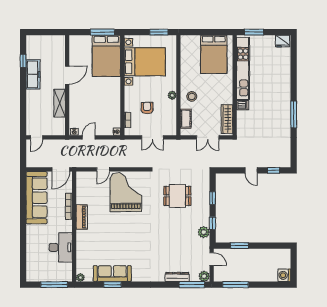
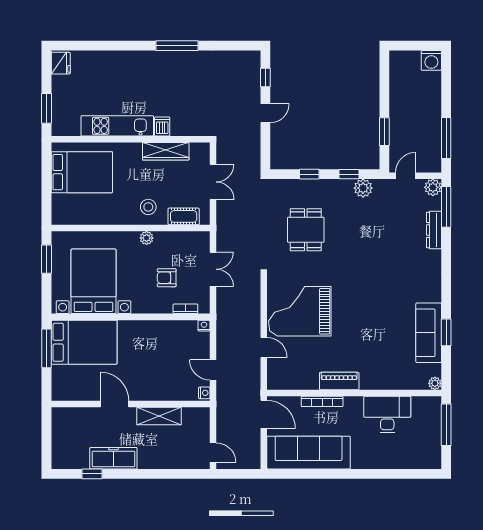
kitchen unit: (243, 68) -> (117, 126), width x0.73
wardrobe: (227, 119) -> (166, 151), moved

